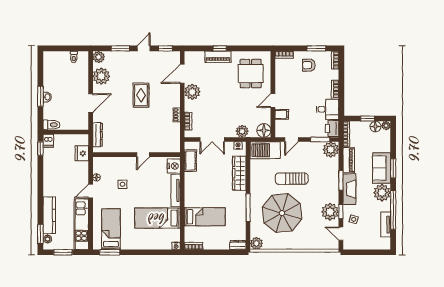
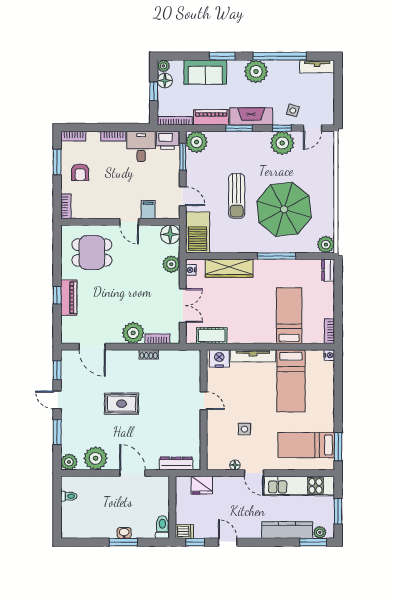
plant: (192, 92) -> (133, 333), moved
sofa: (382, 168) -> (205, 72), moved
door: (40, 172) -> (228, 542), added
tv unit: (386, 225) -> (317, 66), moved

